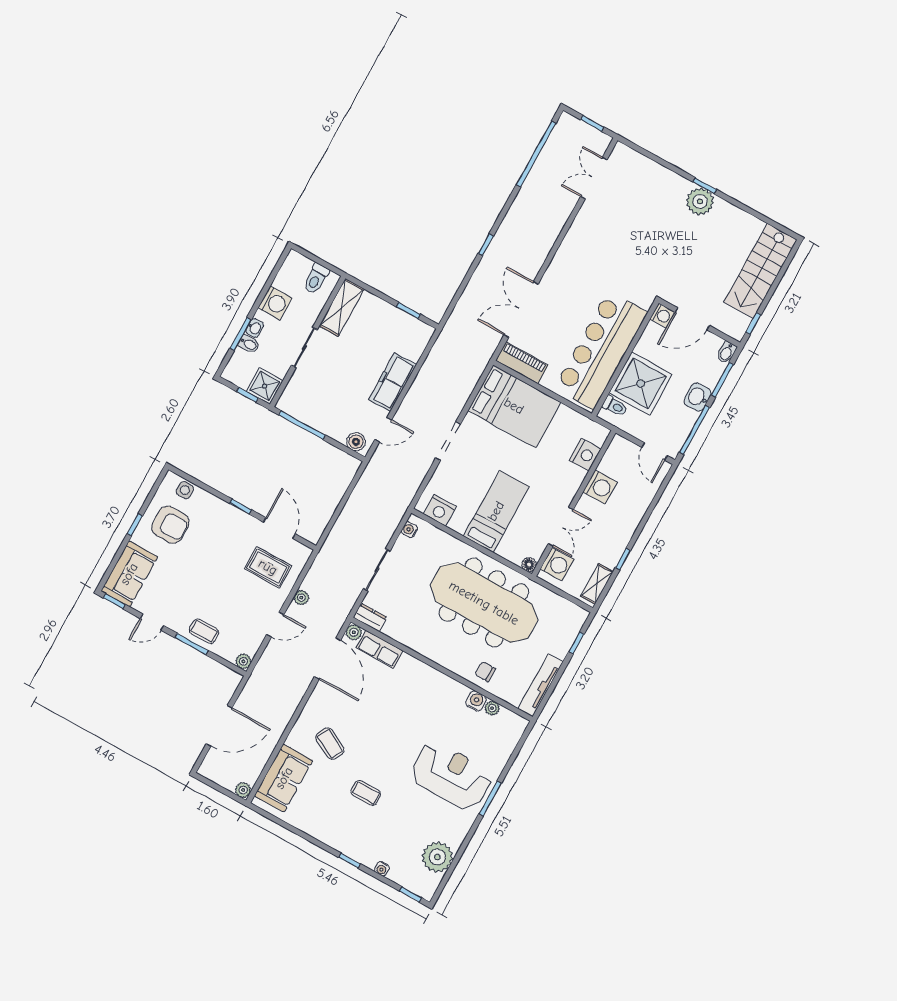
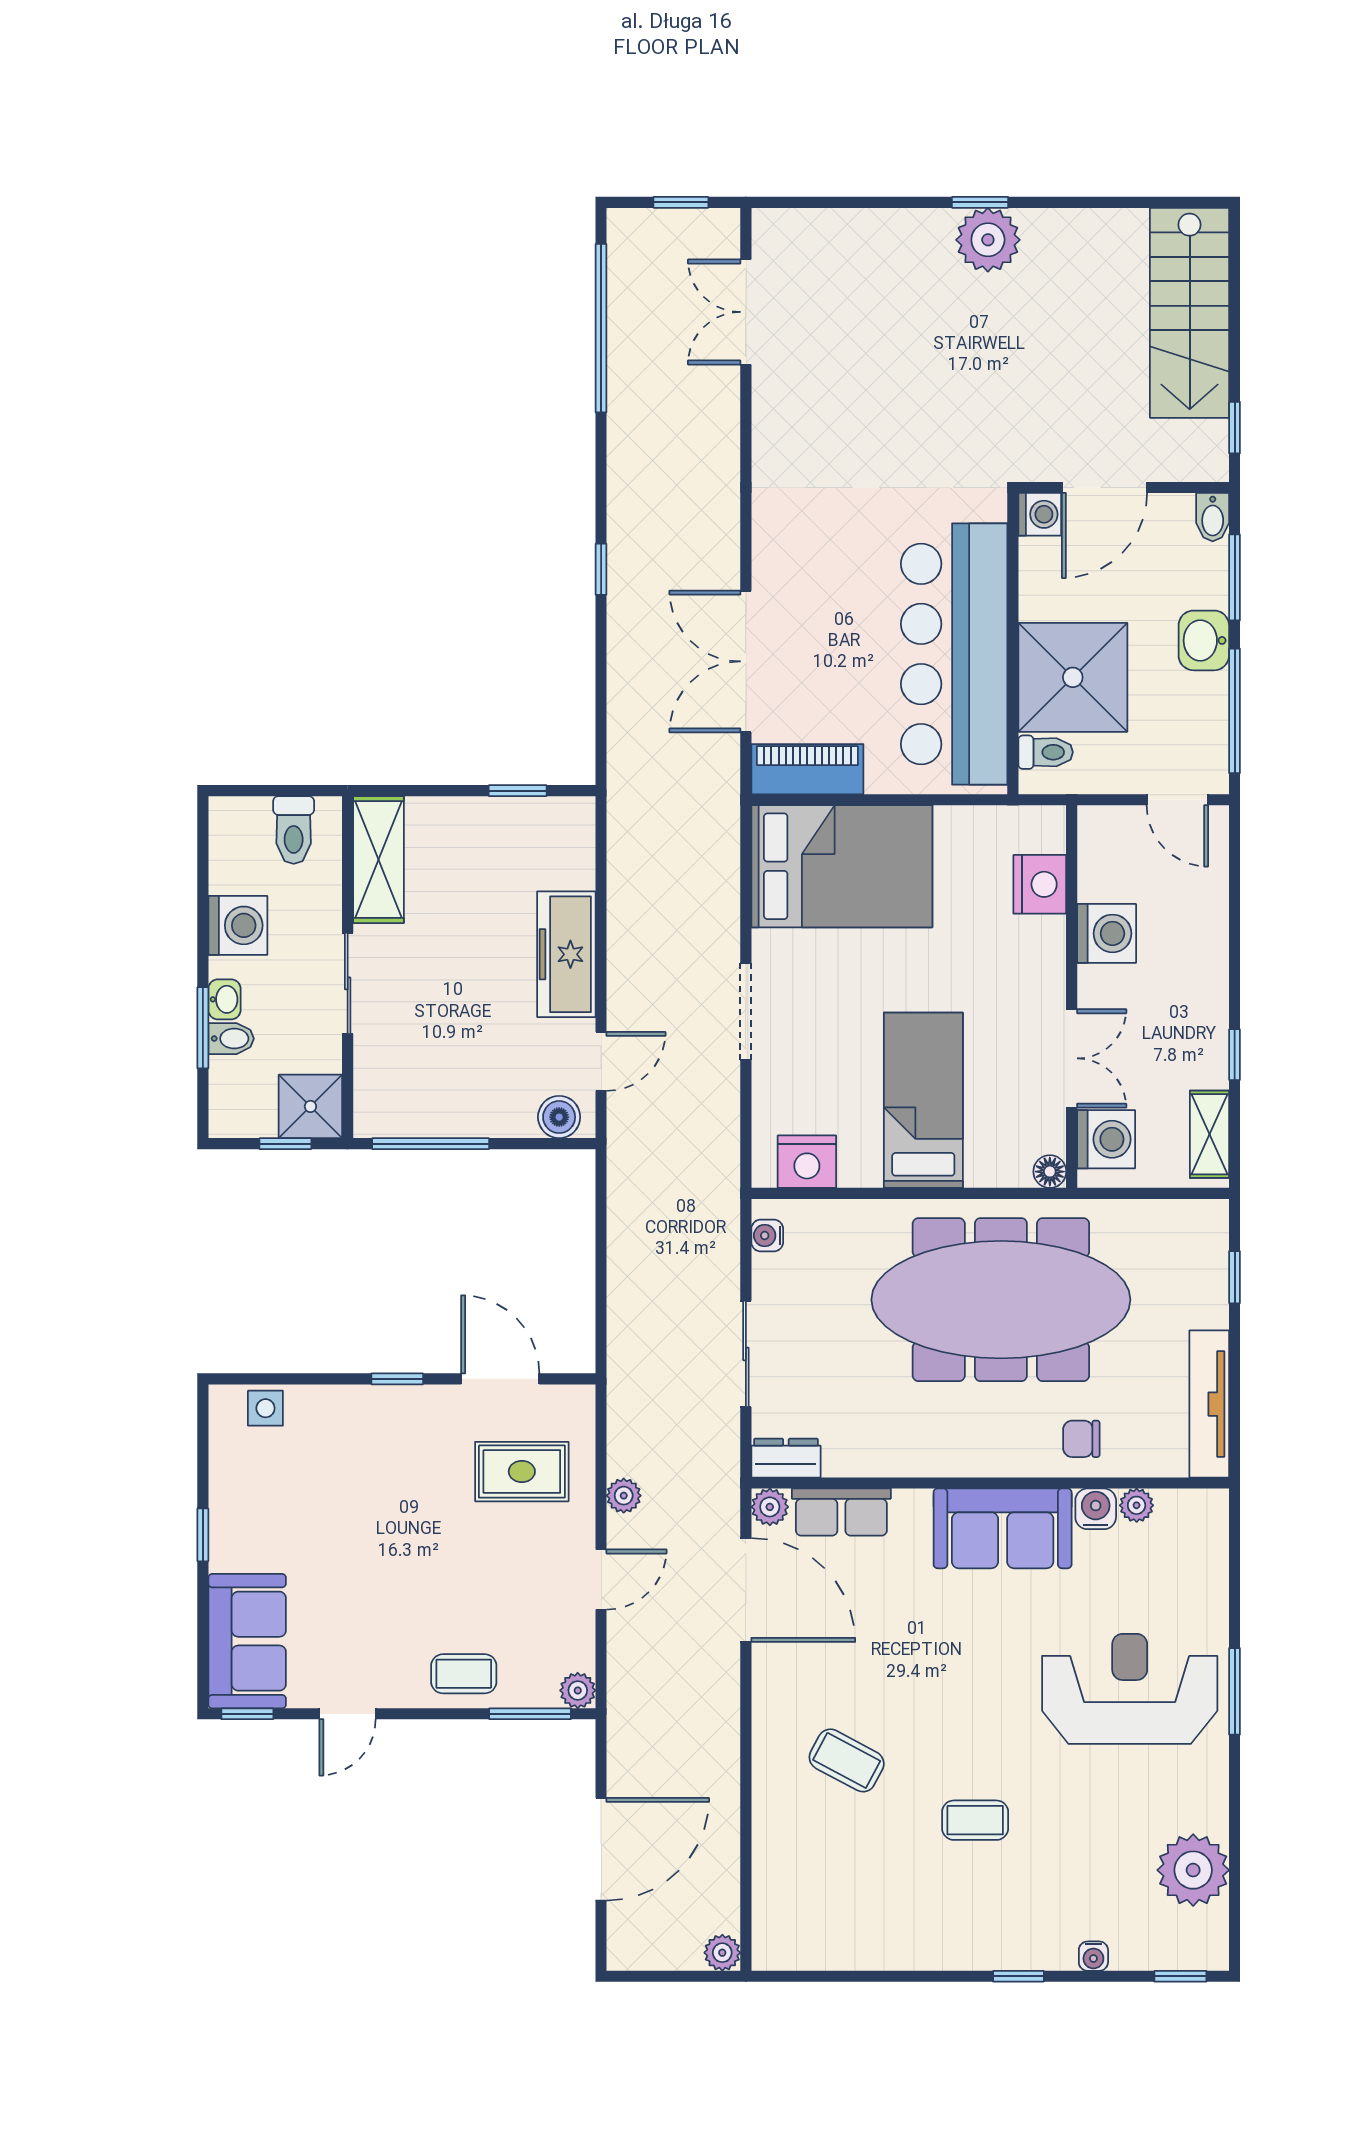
armchair: (170, 525) -> (275, 1495), removed
window: (191, 644) -> (530, 1714), moved
sofa: (284, 778) -> (1003, 1528), moved, turned 90

